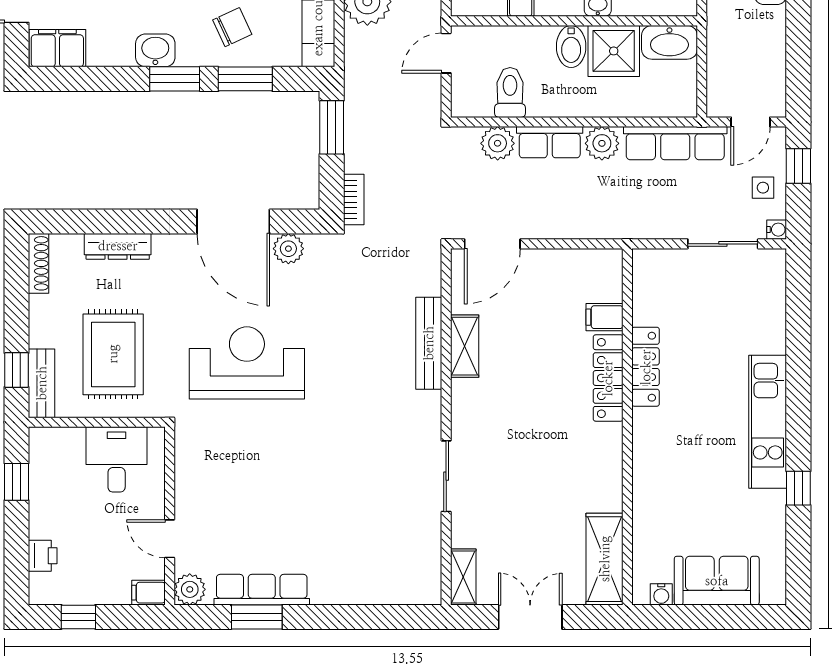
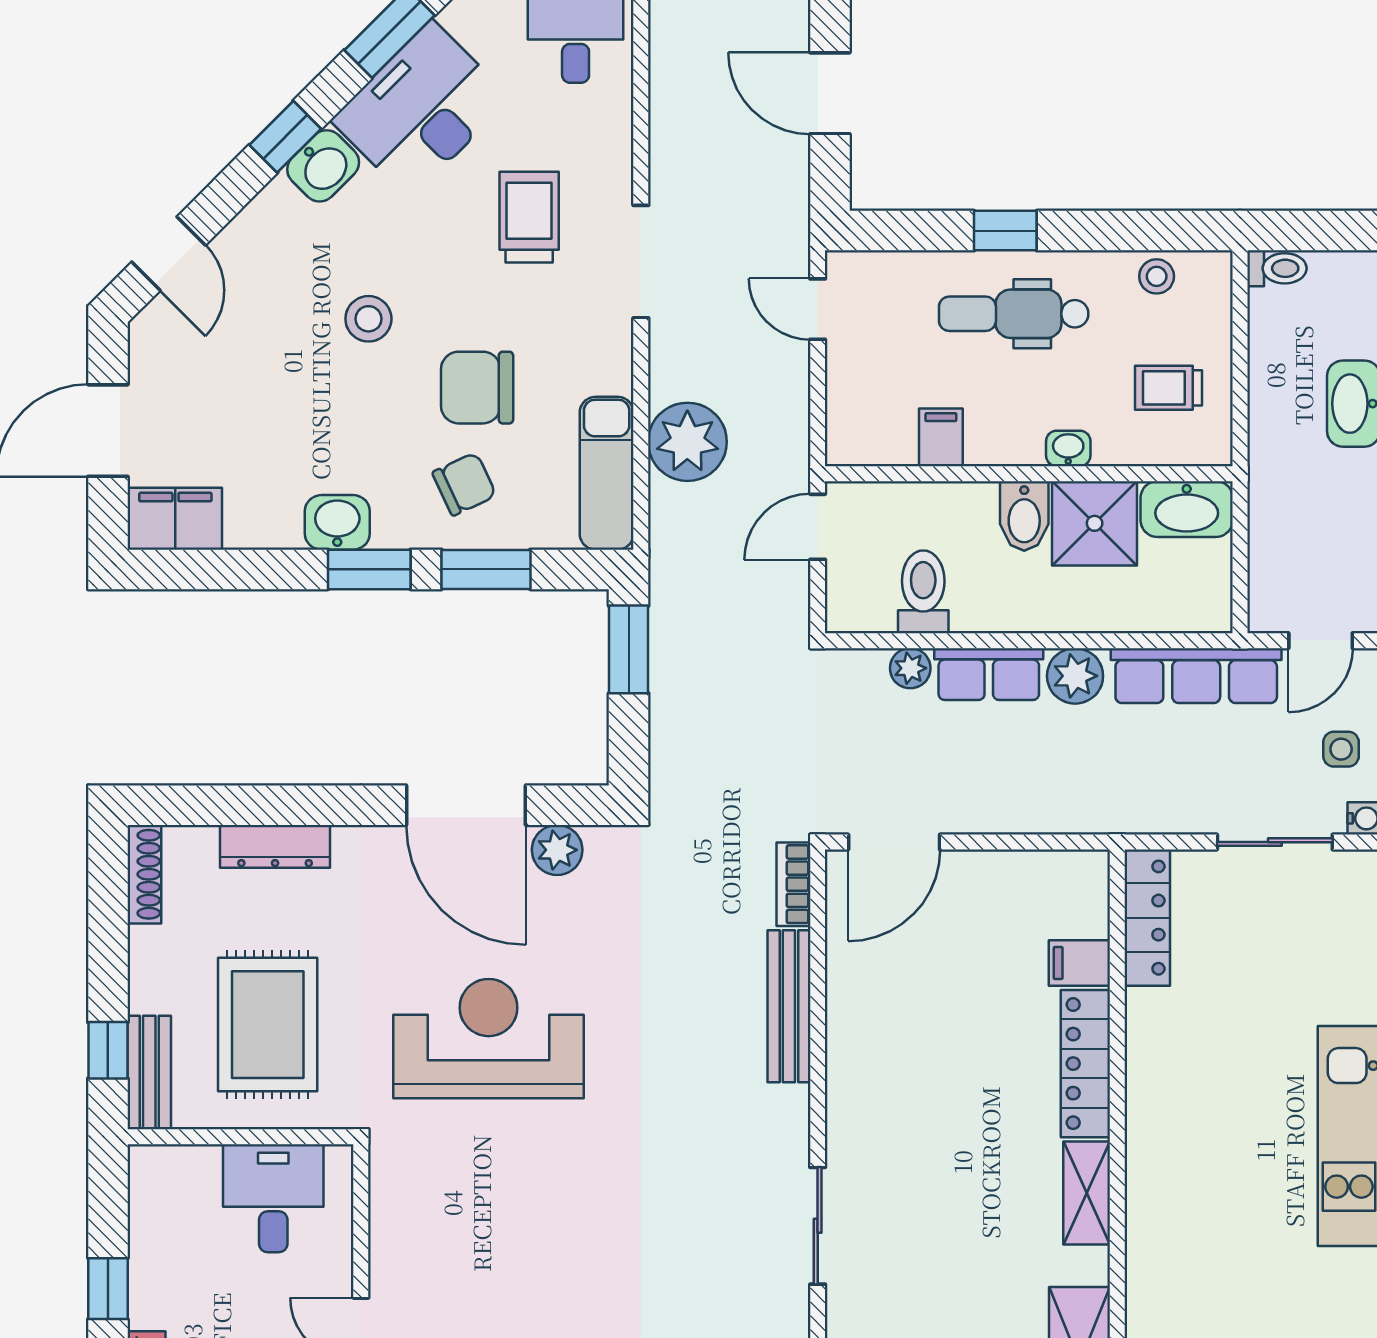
plant: (498, 143) -> (910, 668), width x0.73, depth x0.73
bookcase: (354, 199) -> (793, 884), moved, turned 180
shelving: (465, 346) -> (1087, 1193), moved
locker: (646, 367) -> (1147, 918), moved
window: (16, 482) -> (108, 1289), moved

